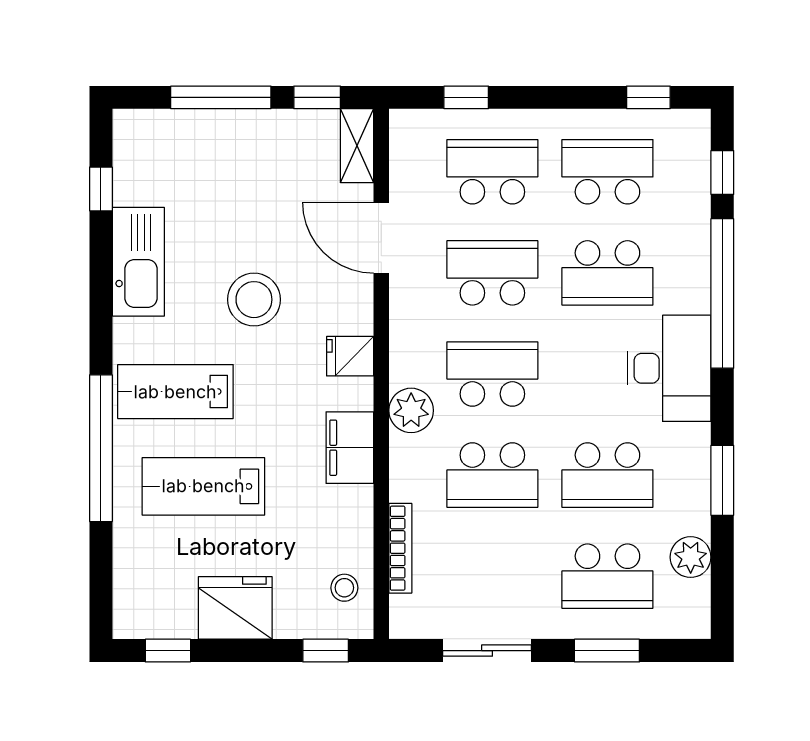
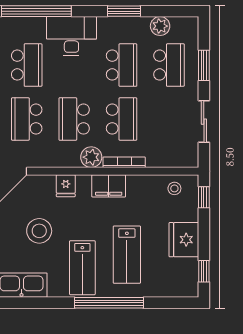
bookcase: (400, 548) -> (124, 162), moved

